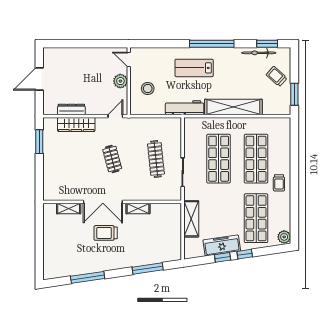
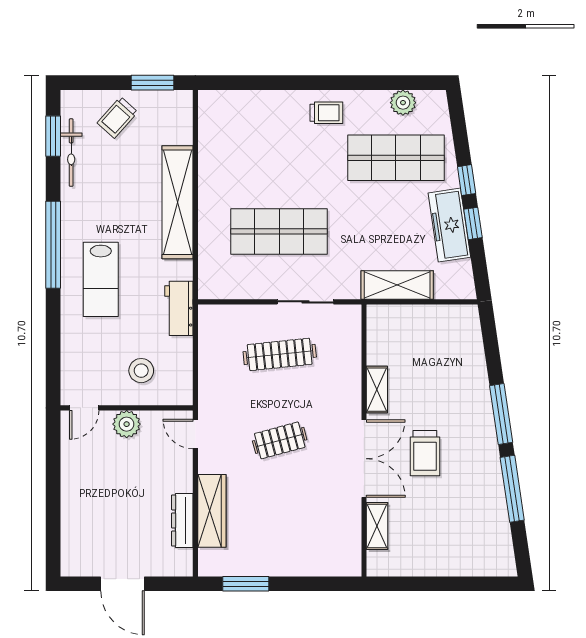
workbench: (185, 108) -> (179, 308), width x0.73
shop shelf: (256, 159) -> (279, 158), removed
plant: (284, 237) -> (403, 103), moved
window: (148, 268) -> (501, 414), moved

